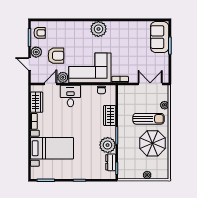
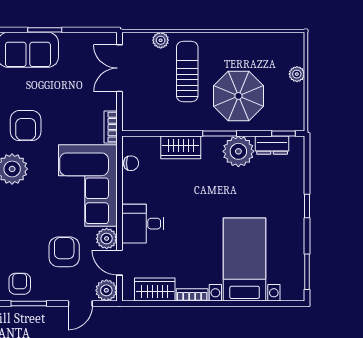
armchair: (121, 36) -> (26, 126), added
plant: (36, 52) -> (106, 290), moved
parasol: (153, 143) -> (238, 96), moved

